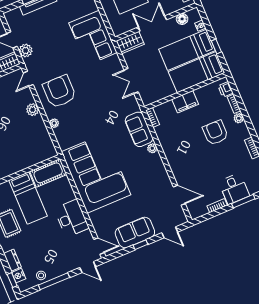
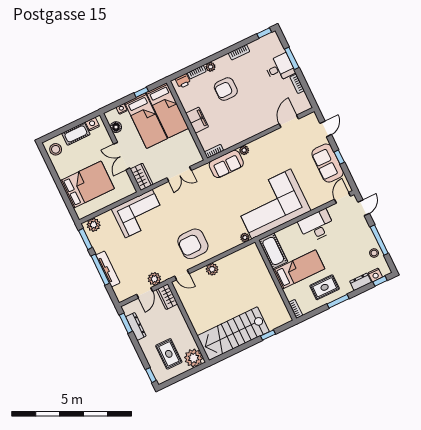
plant: (54, 123) -> (245, 238), moved

